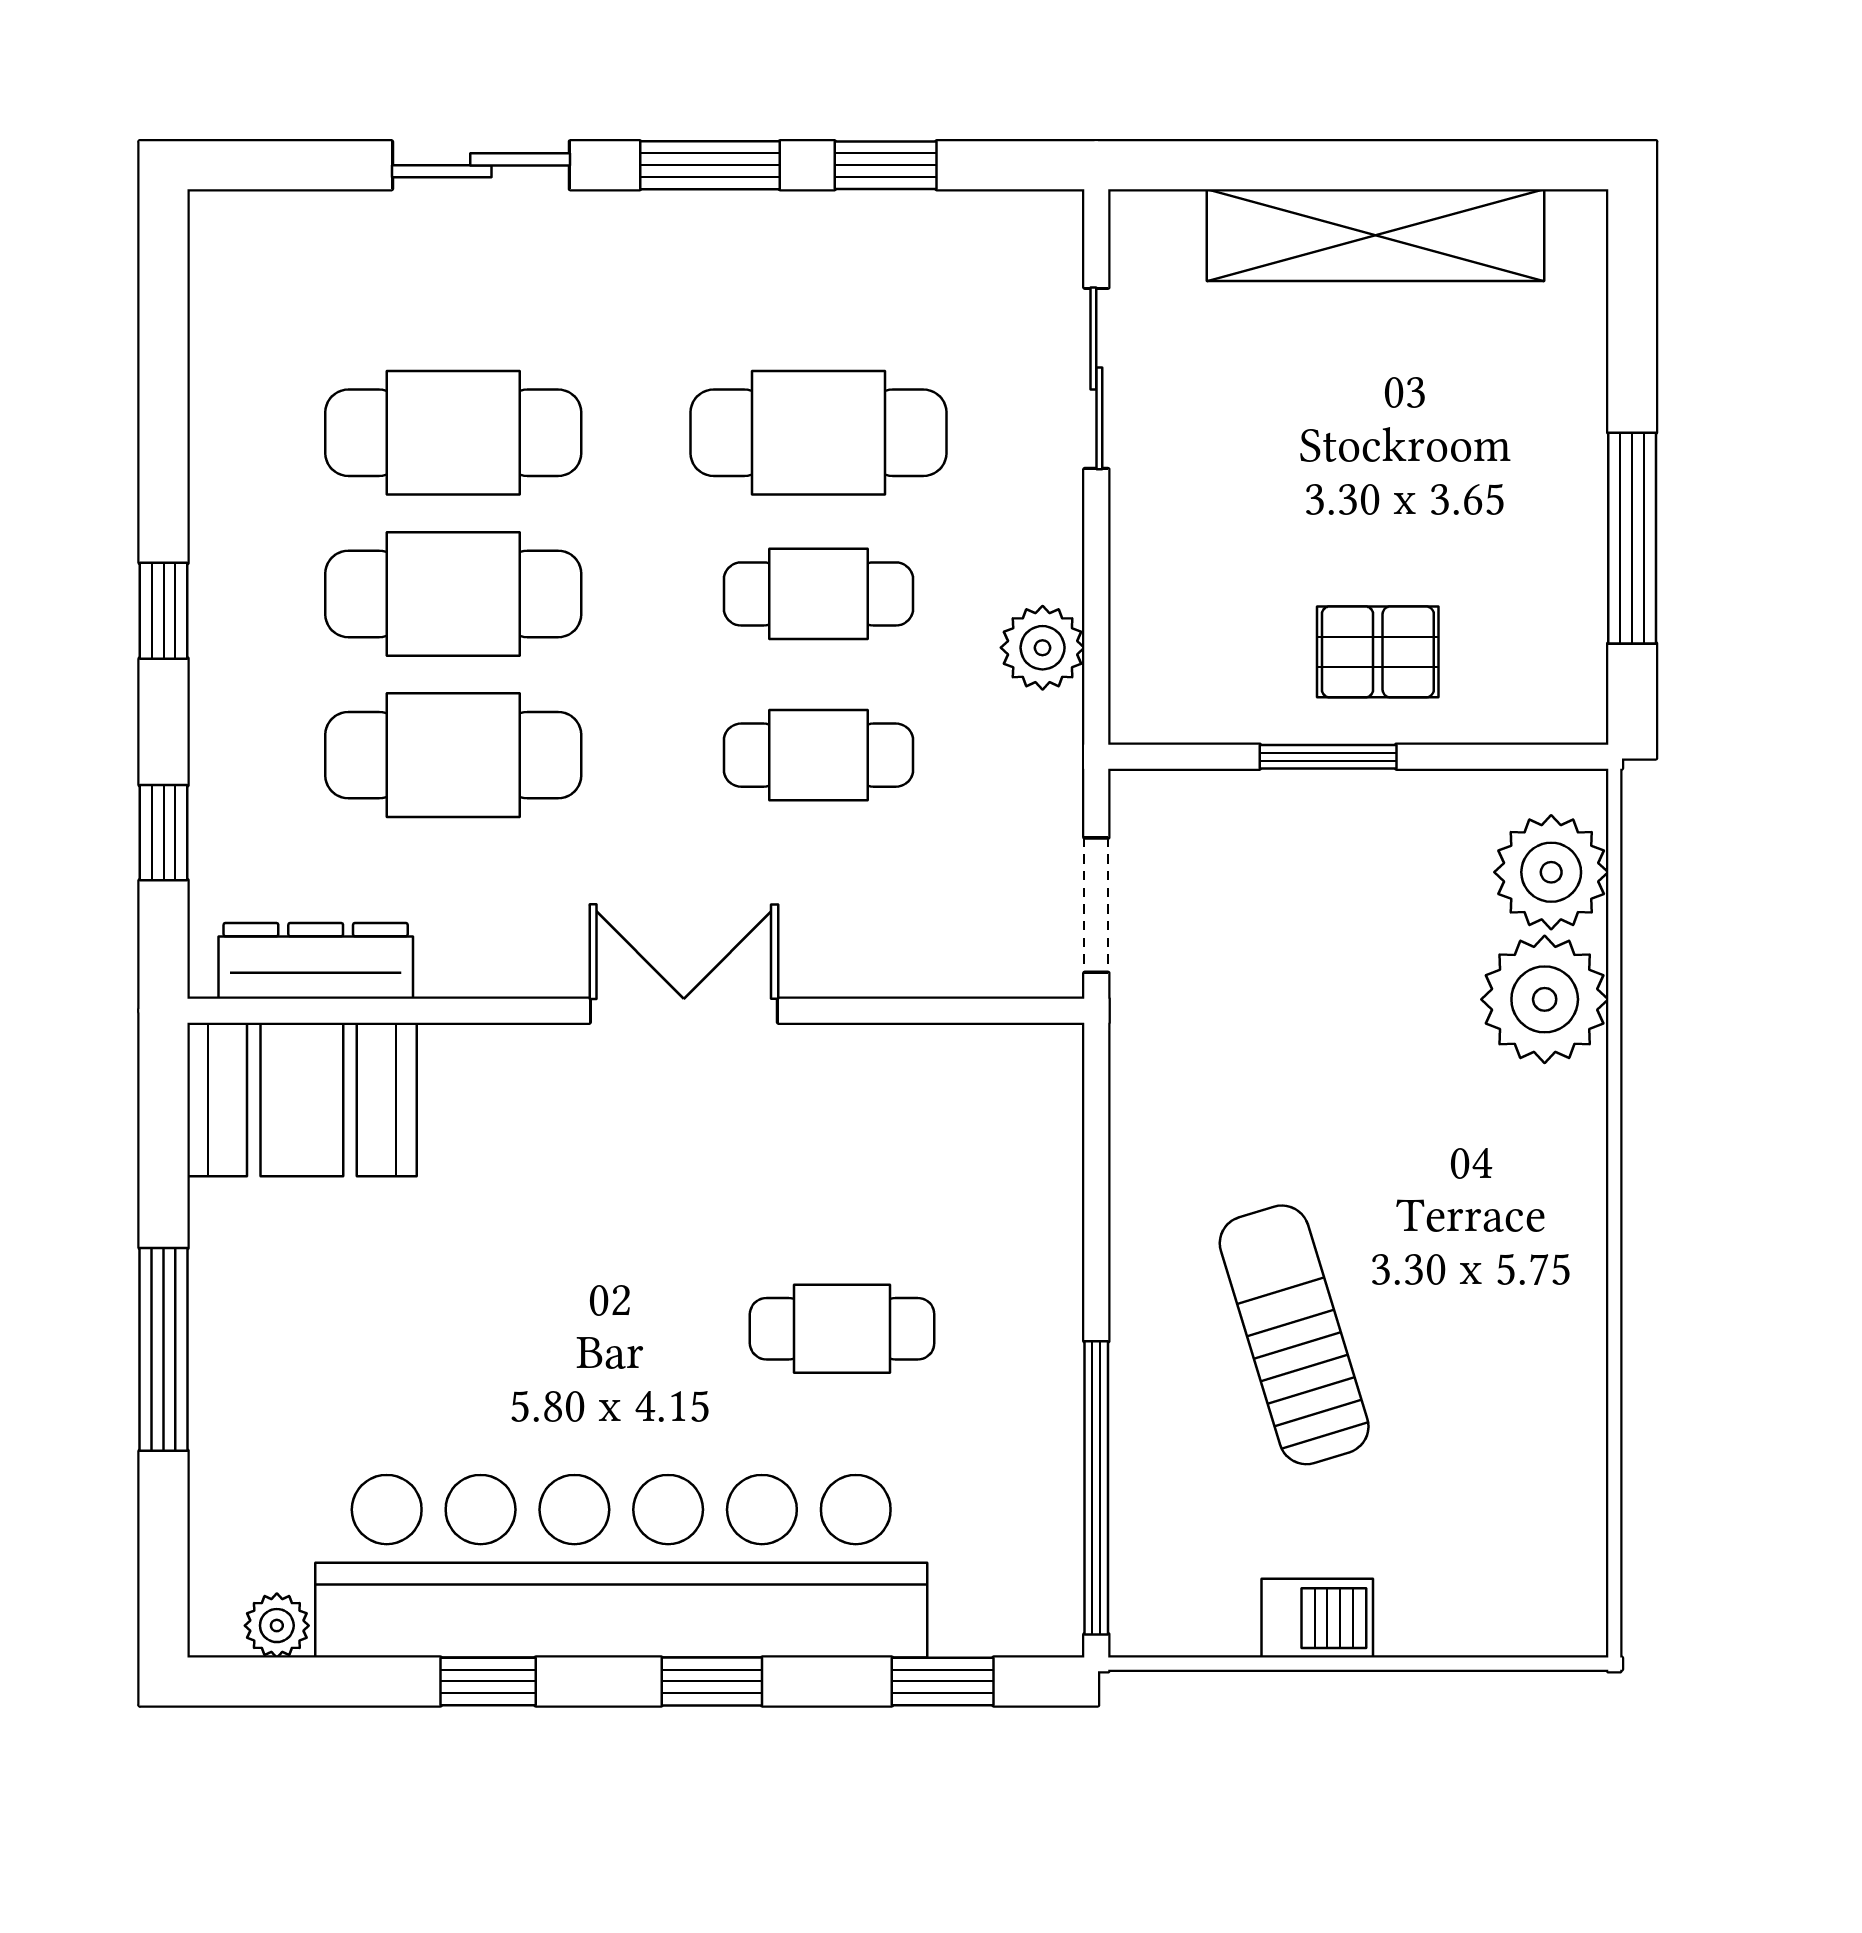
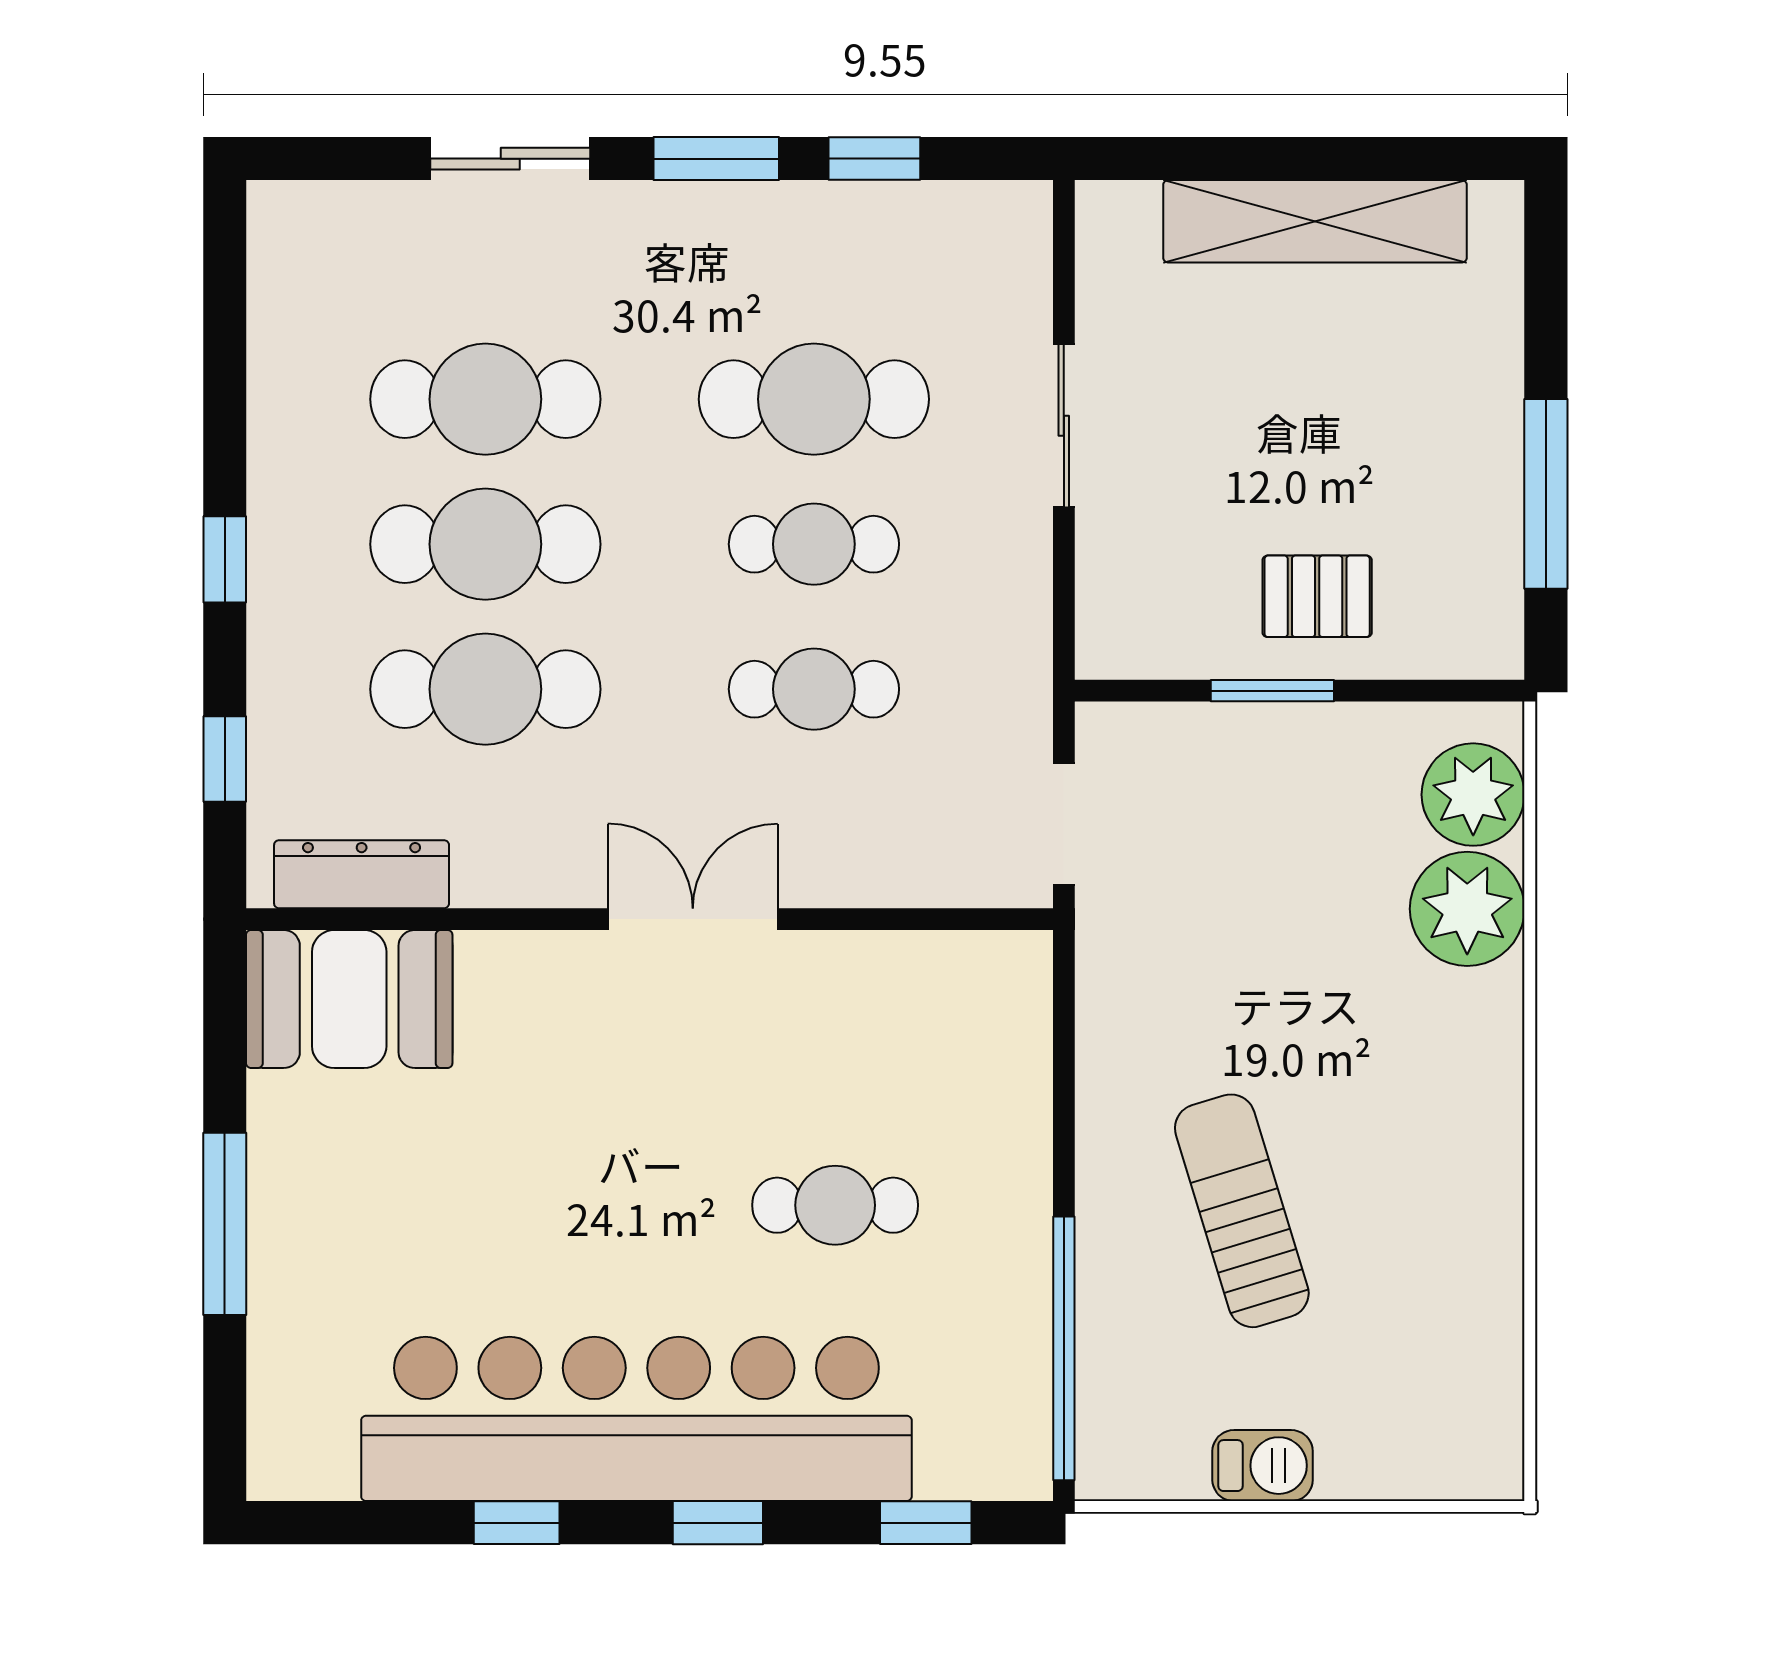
sliding door: (1096, 378) -> (1064, 426), moved
plant: (1043, 648) -> (1015, 593), removed
plant: (277, 1626) -> (327, 1472), removed

